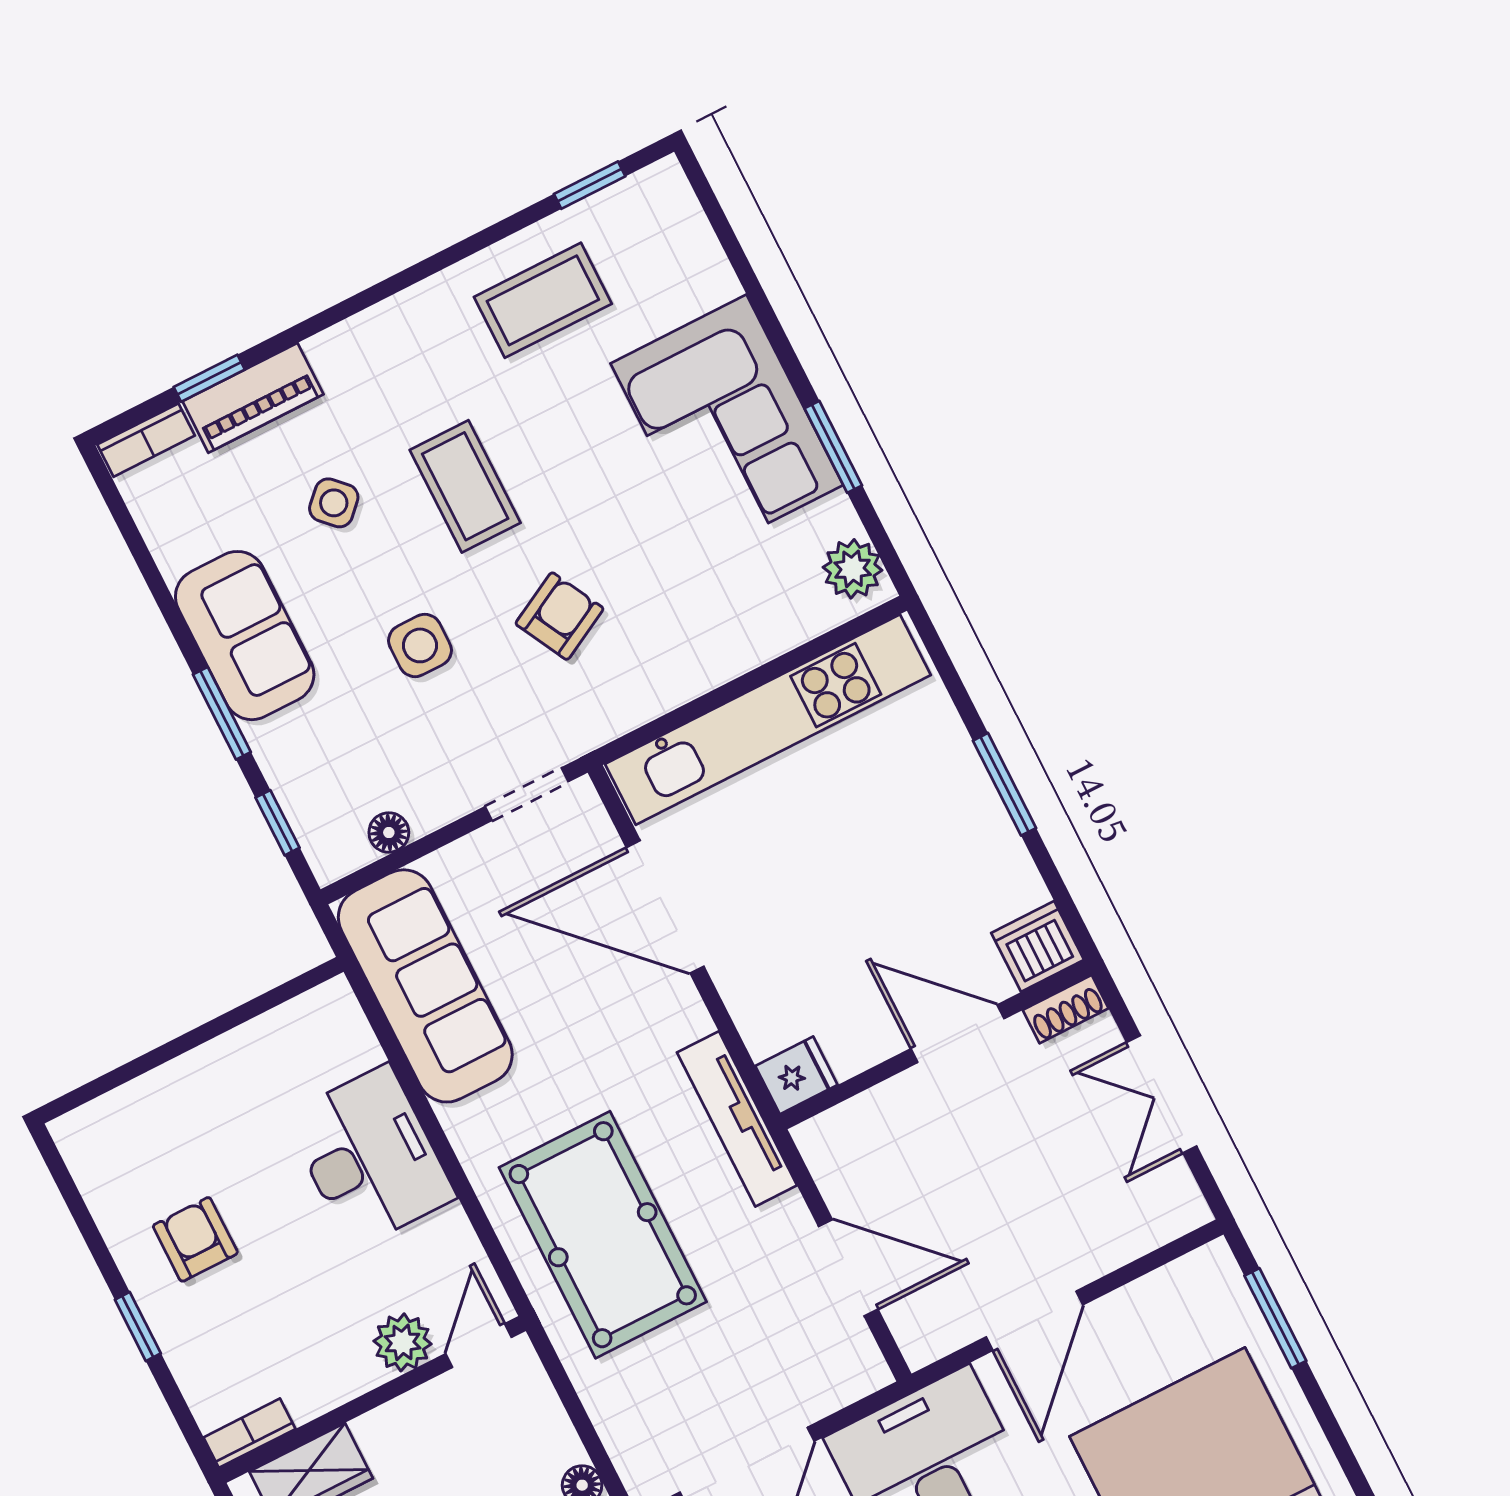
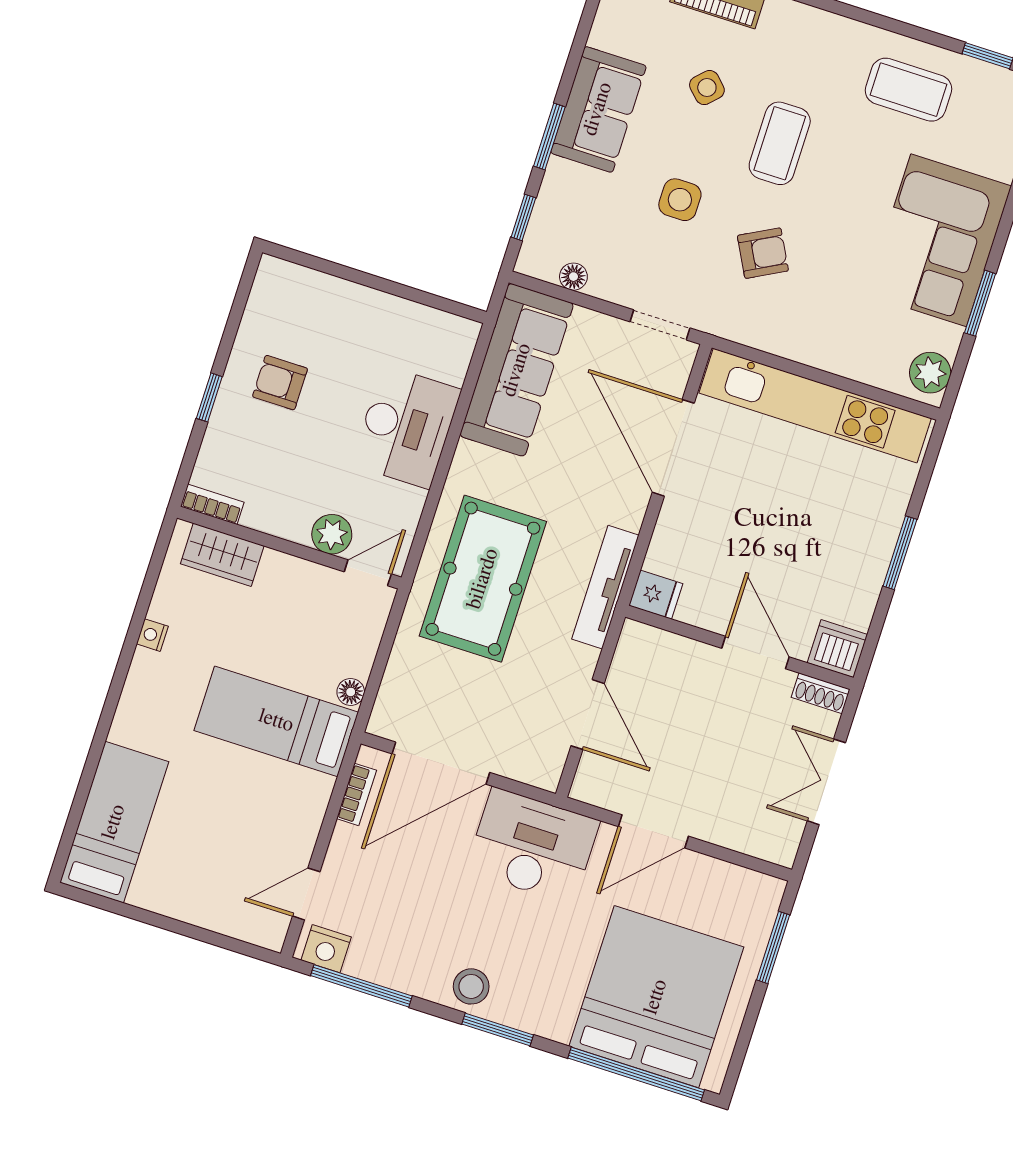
armchair: (195, 1239) -> (280, 383), turned -90

